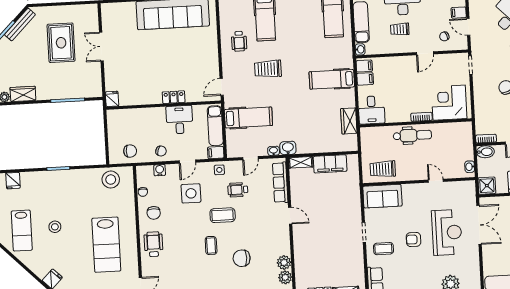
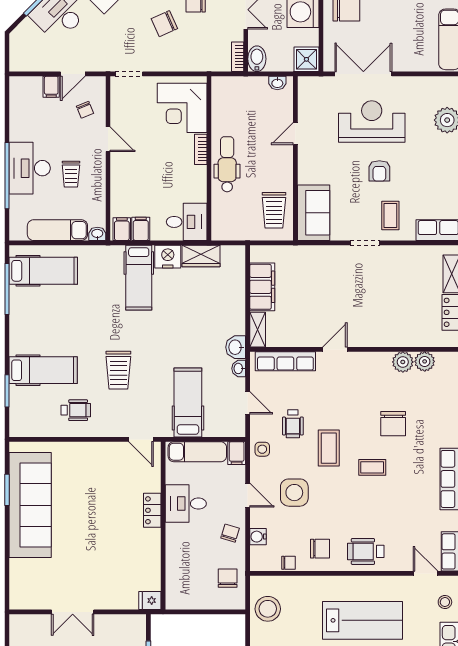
nightstand: (347, 98) -> (168, 257), added

